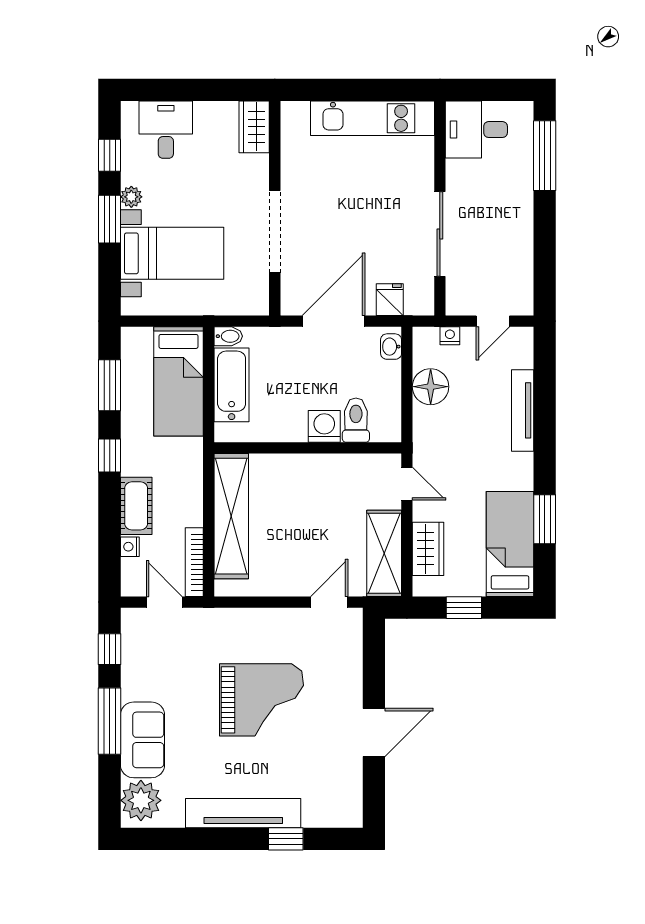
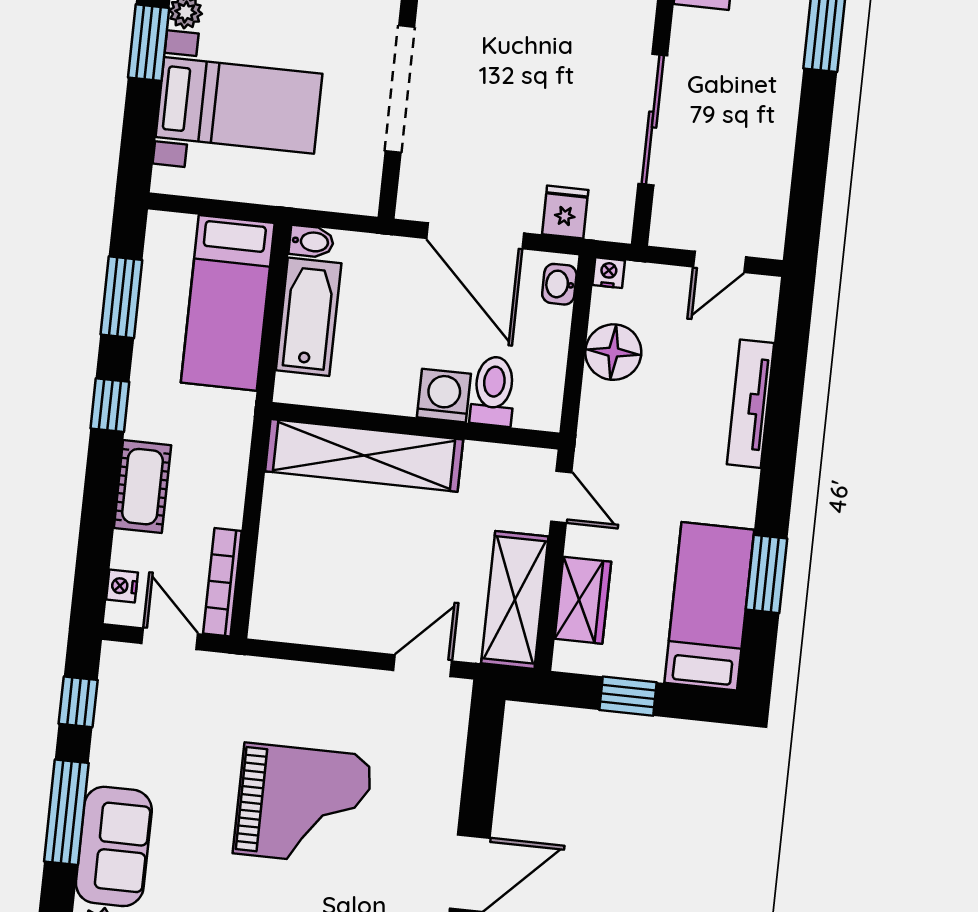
door: (333, 321) -> (475, 236), swing flipped
nightstand: (450, 336) -> (609, 273), moved
shelving: (231, 516) -> (364, 455), moved, turned 90
nightstand: (130, 547) -> (122, 586), moved

